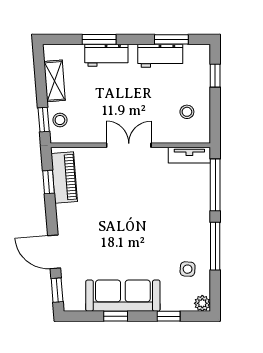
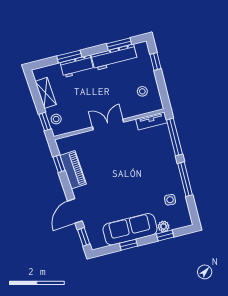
workbench: (160, 56) -> (114, 57), width x1.38
piano: (64, 178) -> (73, 170), moved
door: (54, 252) -> (75, 211), hinge flipped
plant: (202, 303) -> (164, 226), moved

